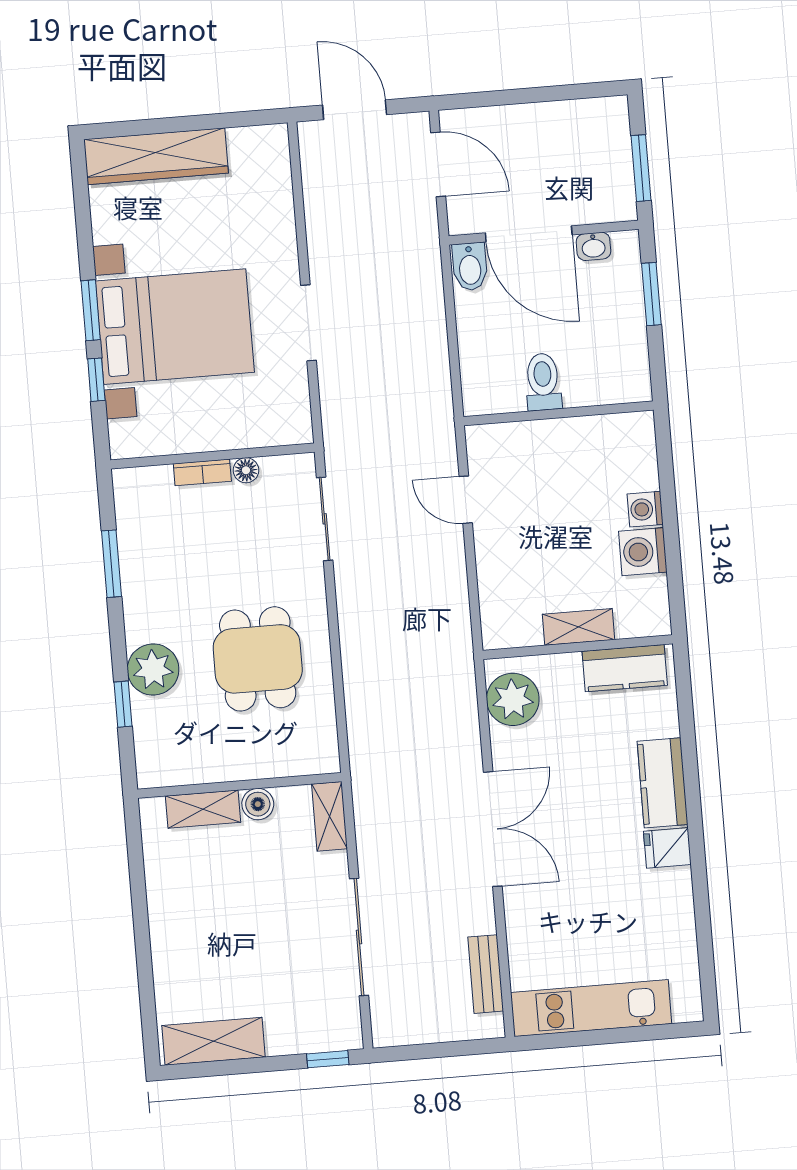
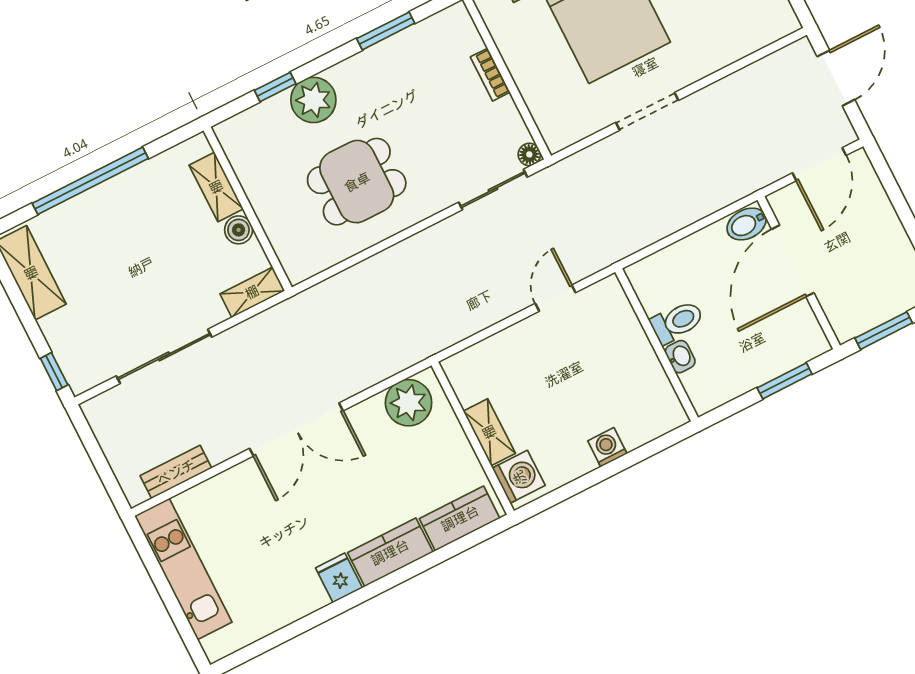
washbasin: (593, 246) -> (680, 357), moved, turned 180
floor lamp: (246, 470) -> (529, 154), moved
washing machine: (643, 552) -> (519, 477), moved, turned 90
kitchen counter: (625, 668) -> (460, 518), moved, turned 90
window: (142, 939) -> (90, 181), added

